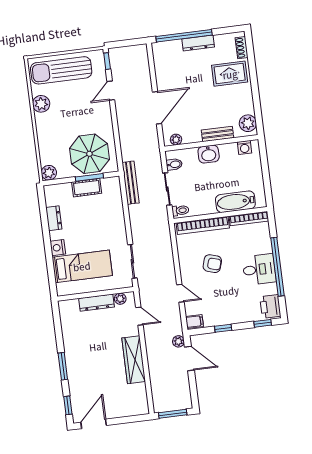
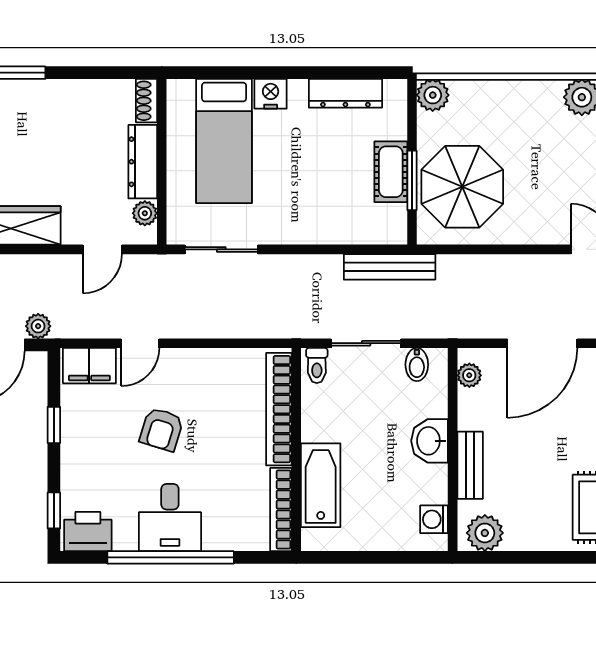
door: (157, 108) -> (542, 343), hinge flipped
dresser: (54, 218) -> (345, 93), width x1.44
armchair: (212, 264) -> (161, 429), moved
shoe rack: (68, 304) -> (147, 101), added
filing cabinet: (194, 321) -> (89, 366), width x2.00

